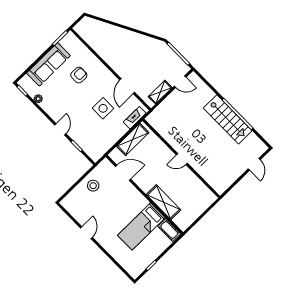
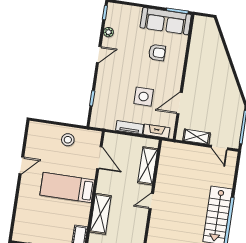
sofa: (48, 64) -> (166, 21), moved
door: (60, 129) -> (99, 54), moved
tv unit: (118, 135) -> (130, 127), added
shelving: (133, 139) -> (148, 166), moved, turned 90
door: (182, 159) -> (151, 201), hinge flipped
bed: (141, 226) -> (67, 188), moved

